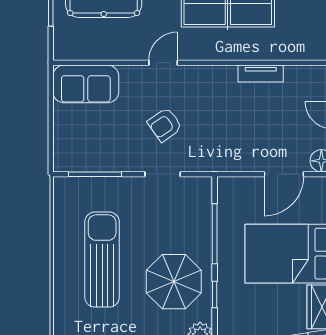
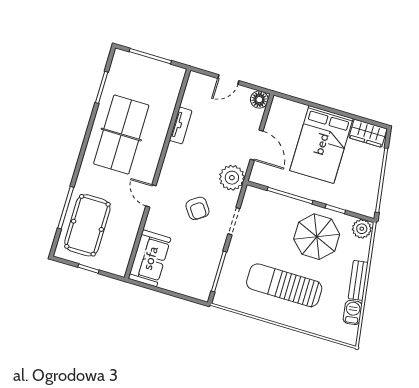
plant: (215, 156) -> (232, 178), added
door: (284, 174) -> (257, 145), moved

